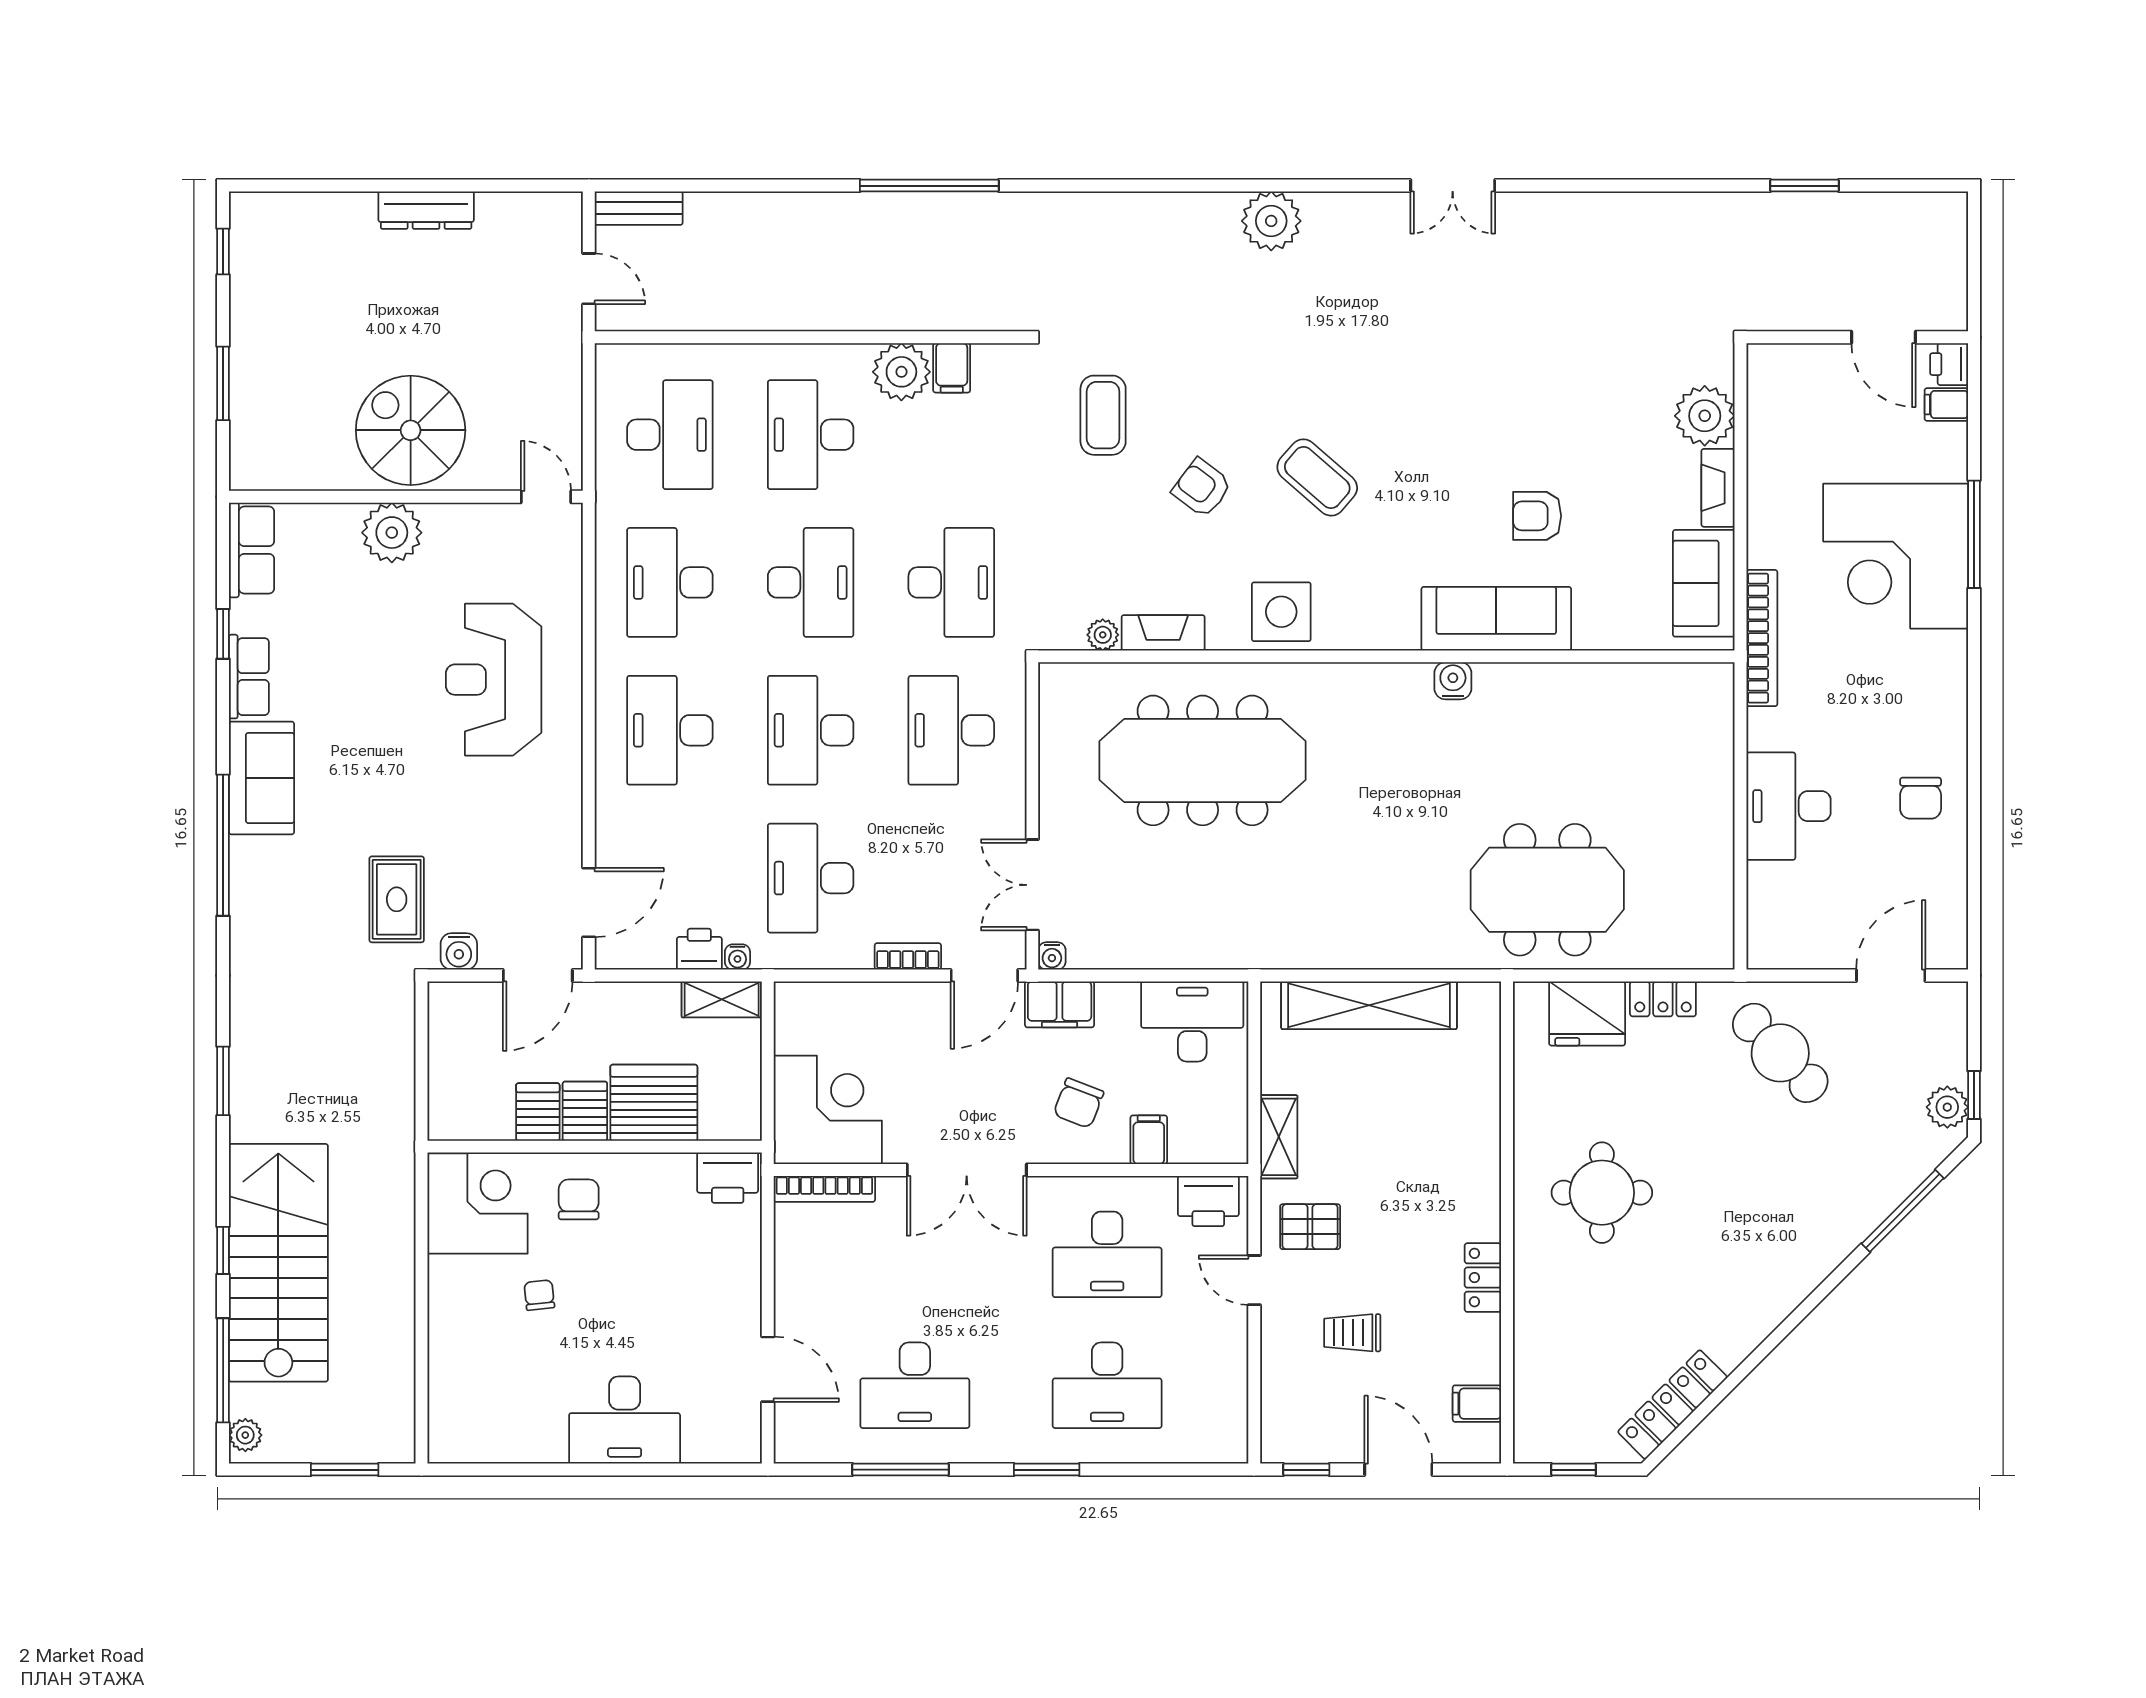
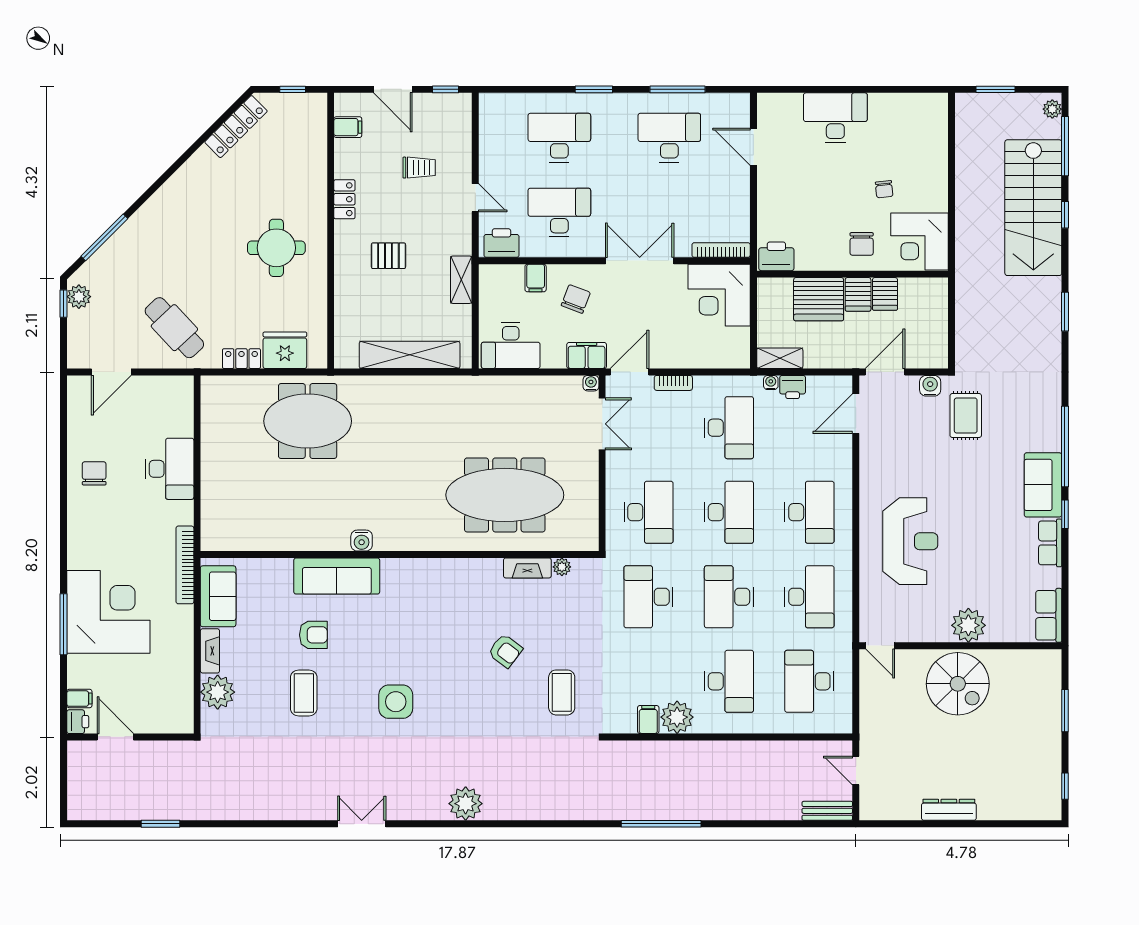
coffee table: (1317, 477) -> (304, 693), moved, turned 49
side table: (1281, 612) -> (396, 702), moved
window: (223, 634) -> (1065, 514), moved
pallet: (1310, 1227) -> (388, 256), moved

